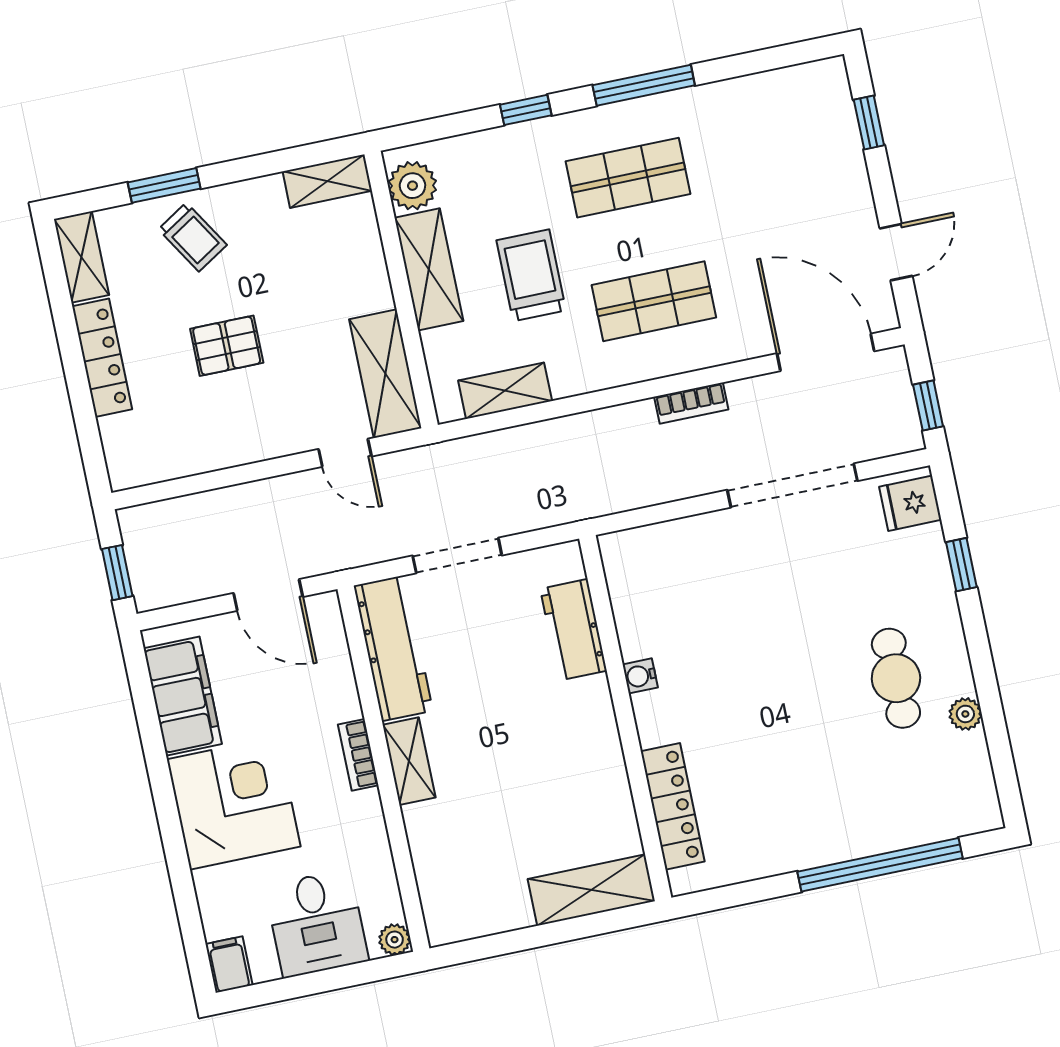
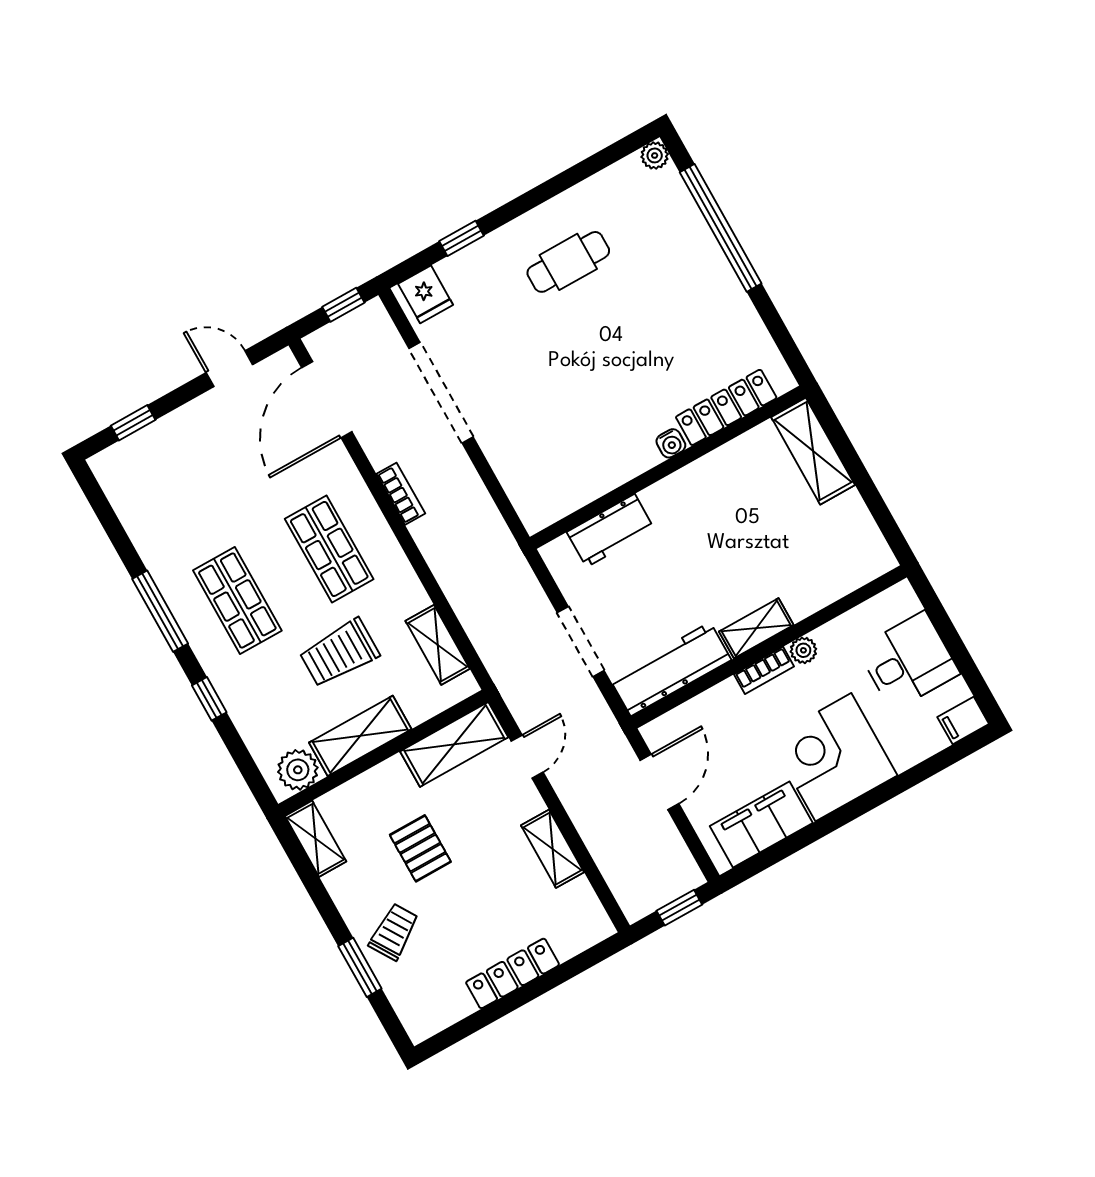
shelving: (82, 257) -> (553, 849), moved, turned 90
pallet: (227, 346) -> (420, 848), moved
water cooler: (640, 676) -> (671, 443), moved
plant: (965, 714) -> (655, 155), moved
plant: (395, 940) -> (803, 650), moved

